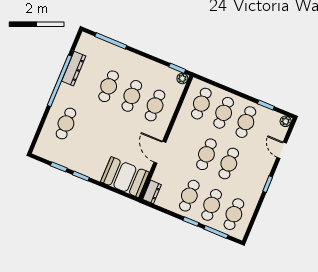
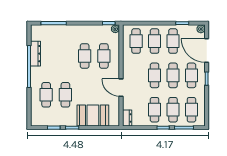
cafe table: (109, 86) -> (65, 95), moved
door: (282, 150) -> (207, 51), width x1.88
cafe table: (251, 173) -> (191, 75), added
booth: (125, 177) -> (93, 115), moved

